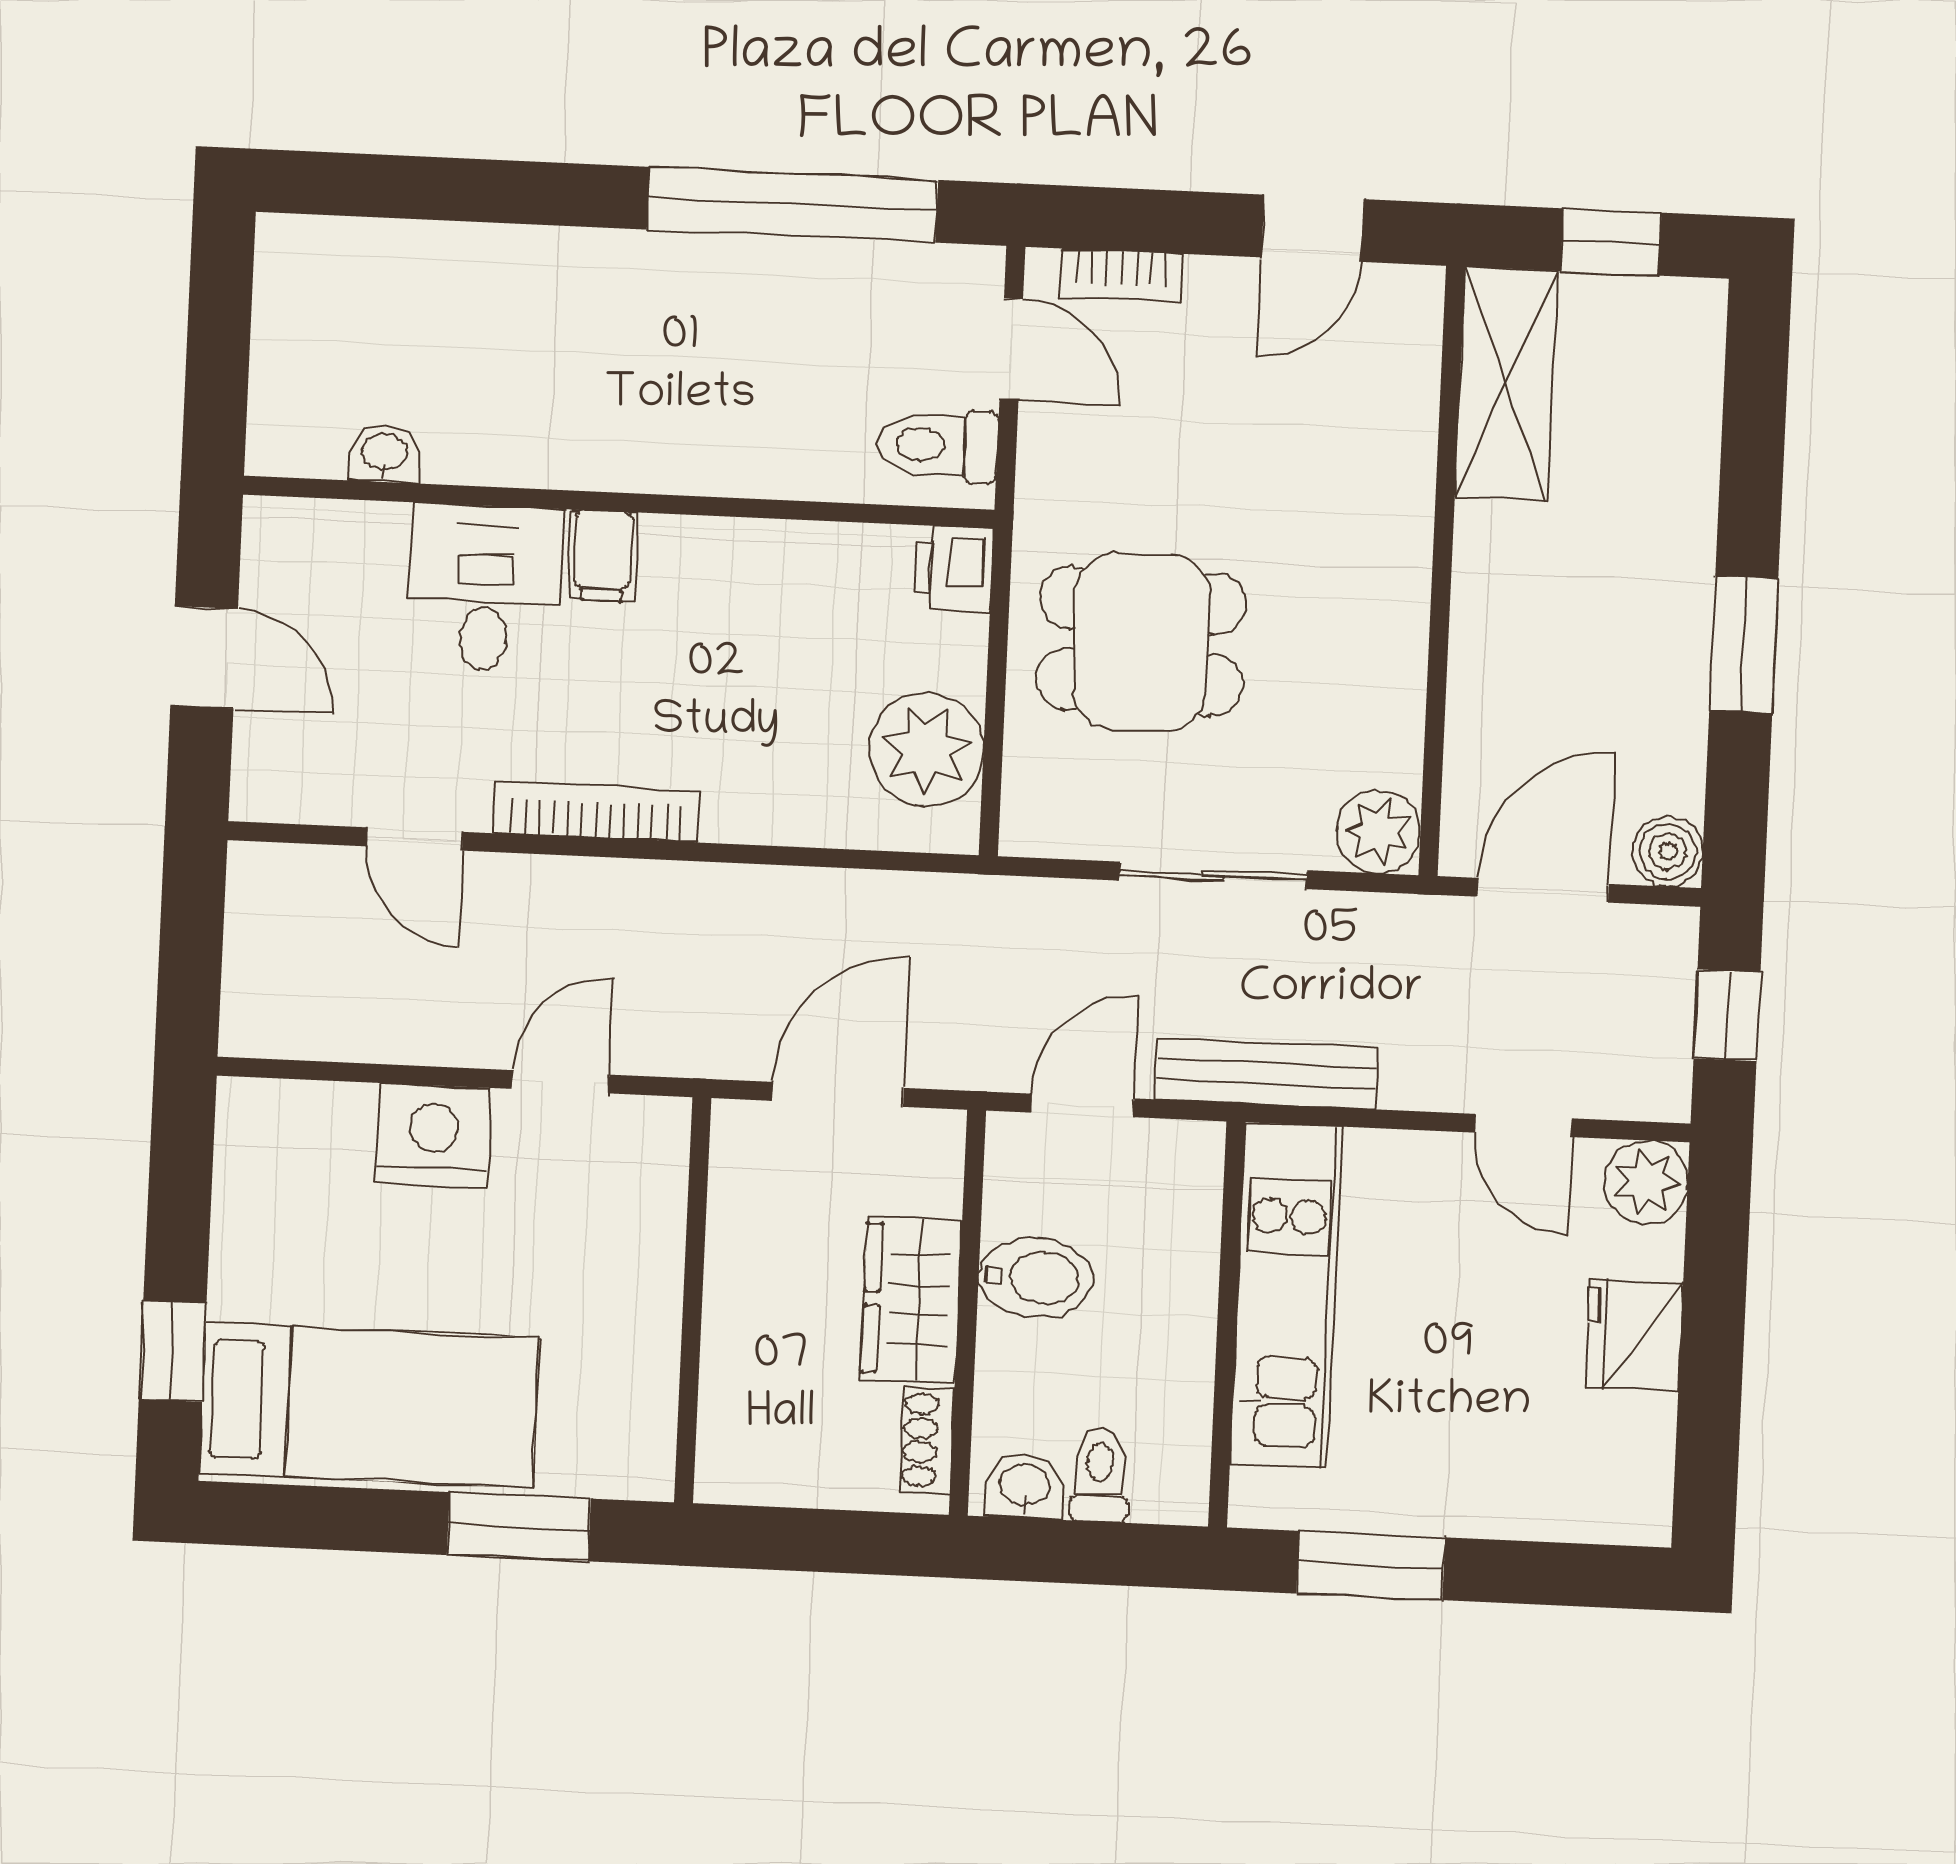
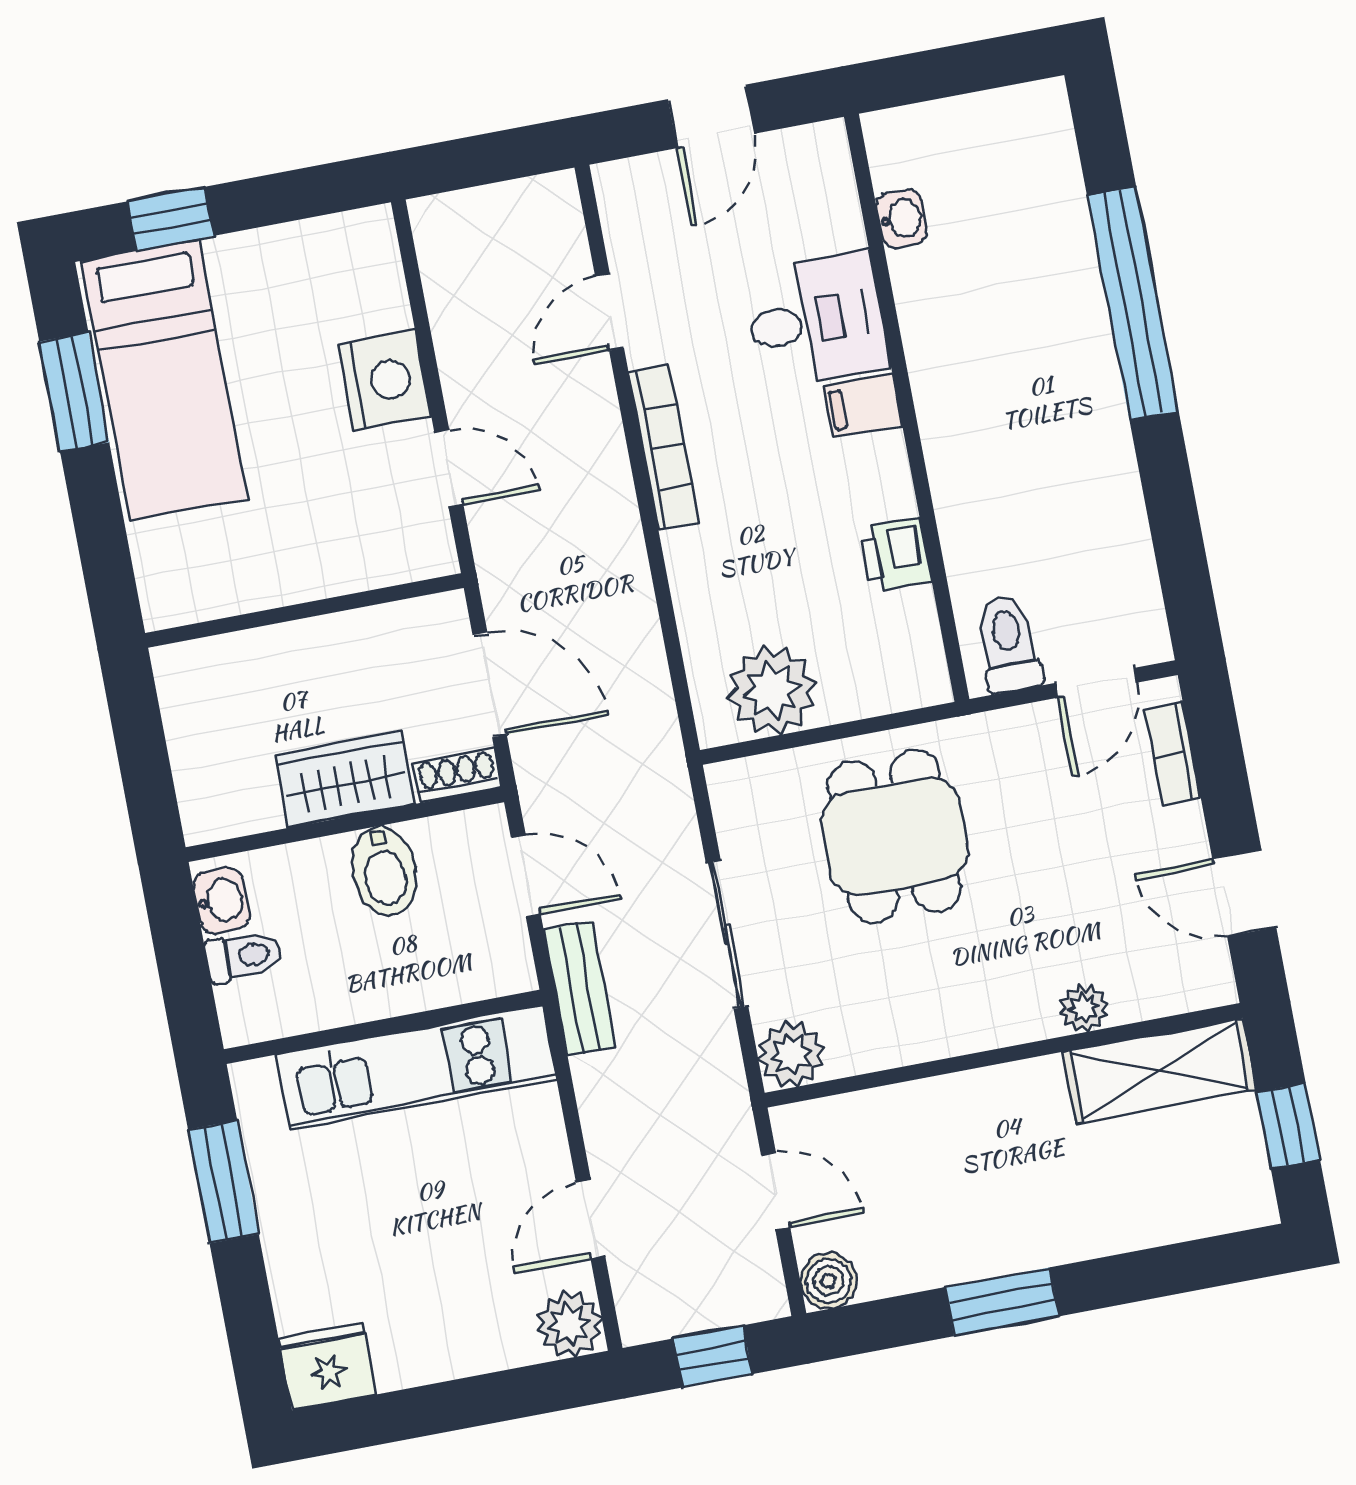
window: (793, 205) -> (1133, 304), moved
plant: (1407, 459) -> (1084, 1008), added
printer: (954, 569) -> (896, 555), moved, turned -90
door: (1543, 890) -> (776, 1191), width x0.73
bench: (1266, 1073) -> (580, 988), width x0.73
fridge: (1634, 1336) -> (327, 1366), moved
shoe rack: (927, 1440) -> (457, 775), moved
window: (519, 1527) -> (74, 392), moved

